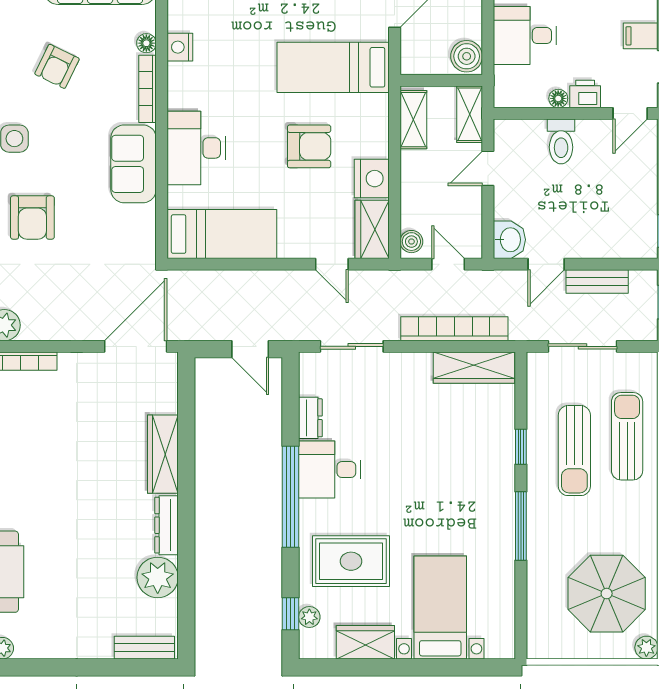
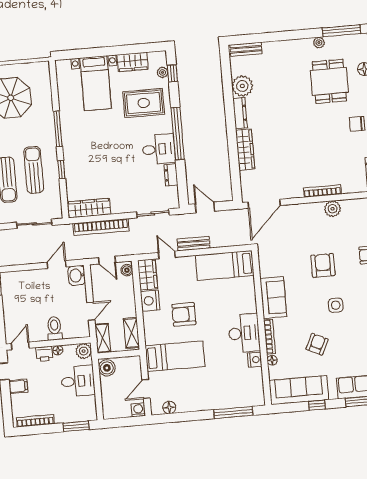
plant: (509, 93) -> (84, 351), added
desk: (196, 148) -> (244, 333), moved
bench: (597, 282) -> (194, 244), moved

